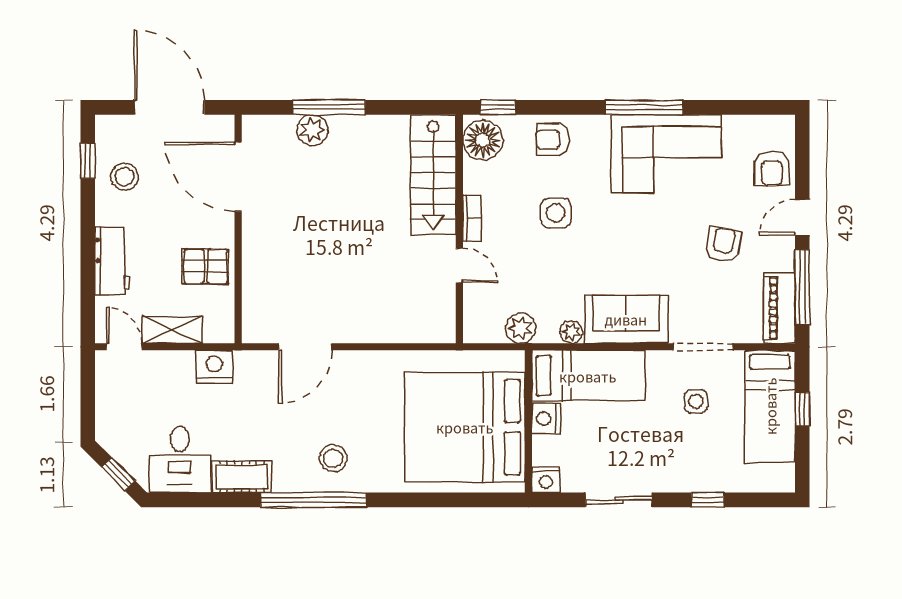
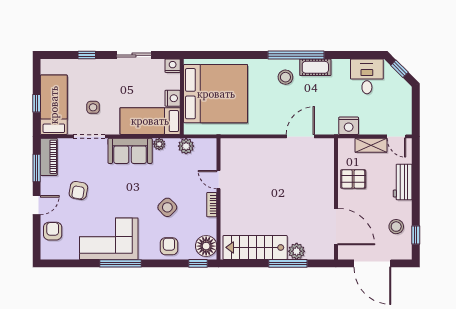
armchair: (553, 140) -> (169, 246), turned -90
stairs: (433, 175) -> (255, 247), moved, turned -90
side table: (556, 213) -> (167, 207), turned 45
window: (802, 287) -> (37, 168), width x0.69
cot: (242, 477) -> (315, 67), moved

